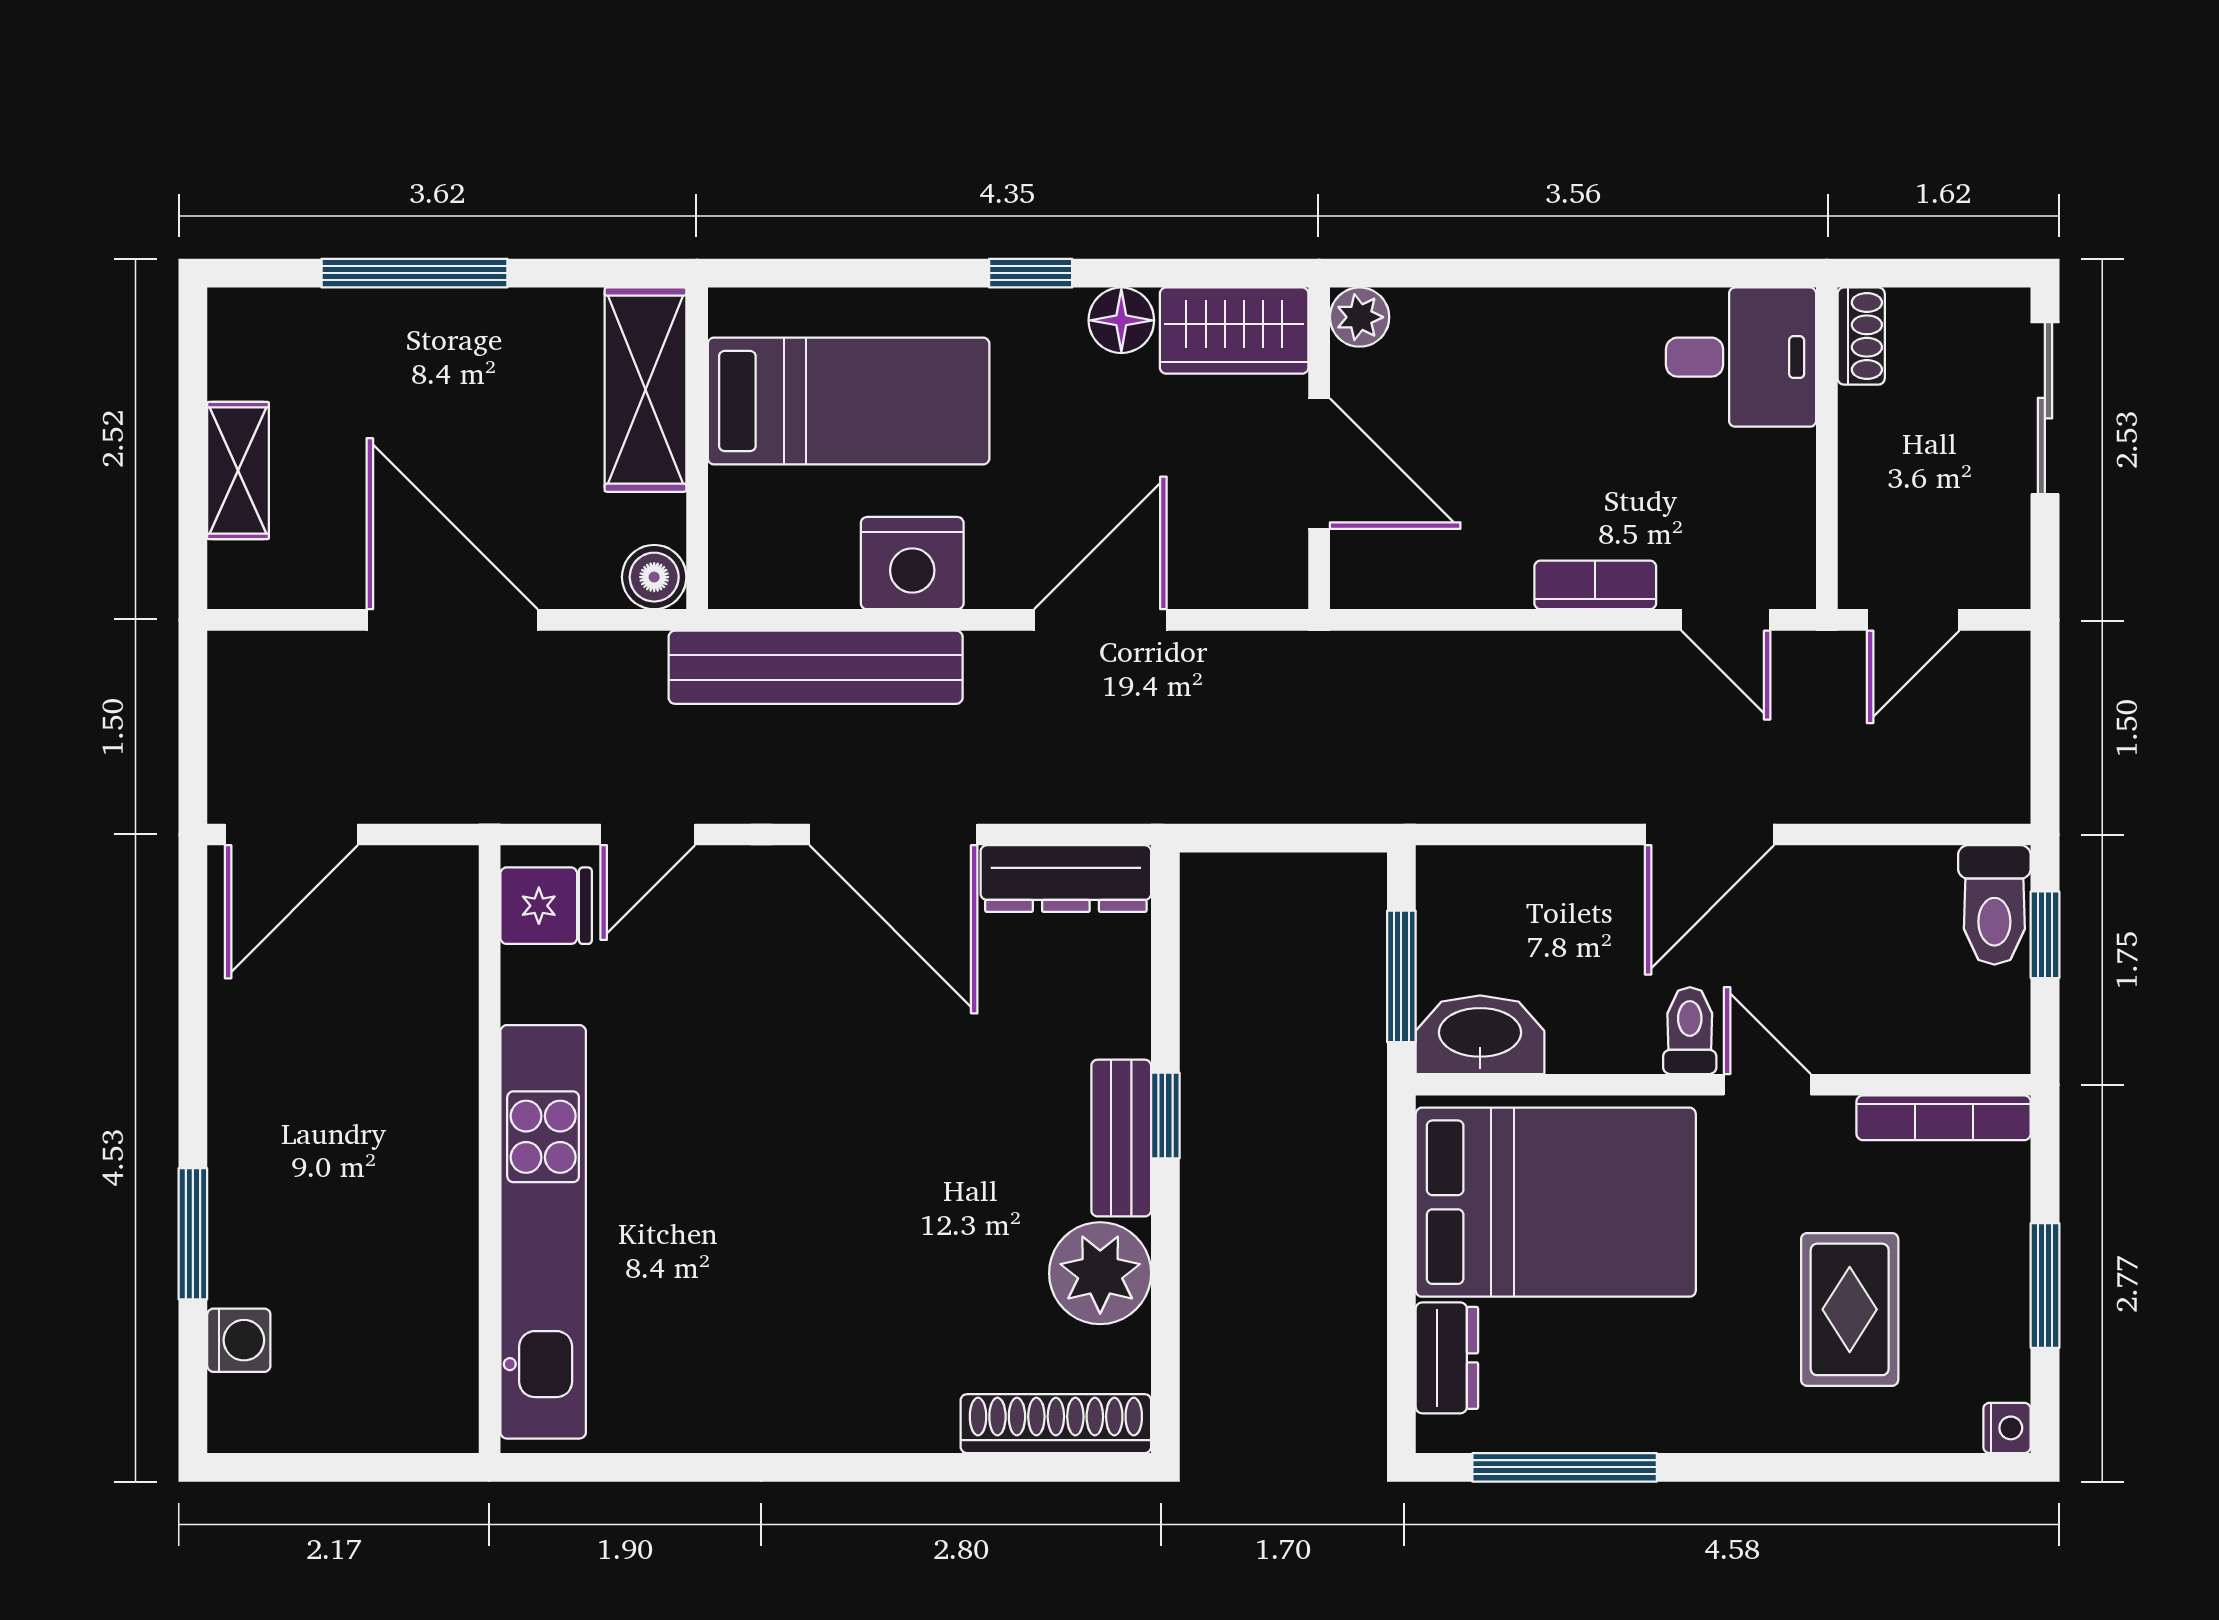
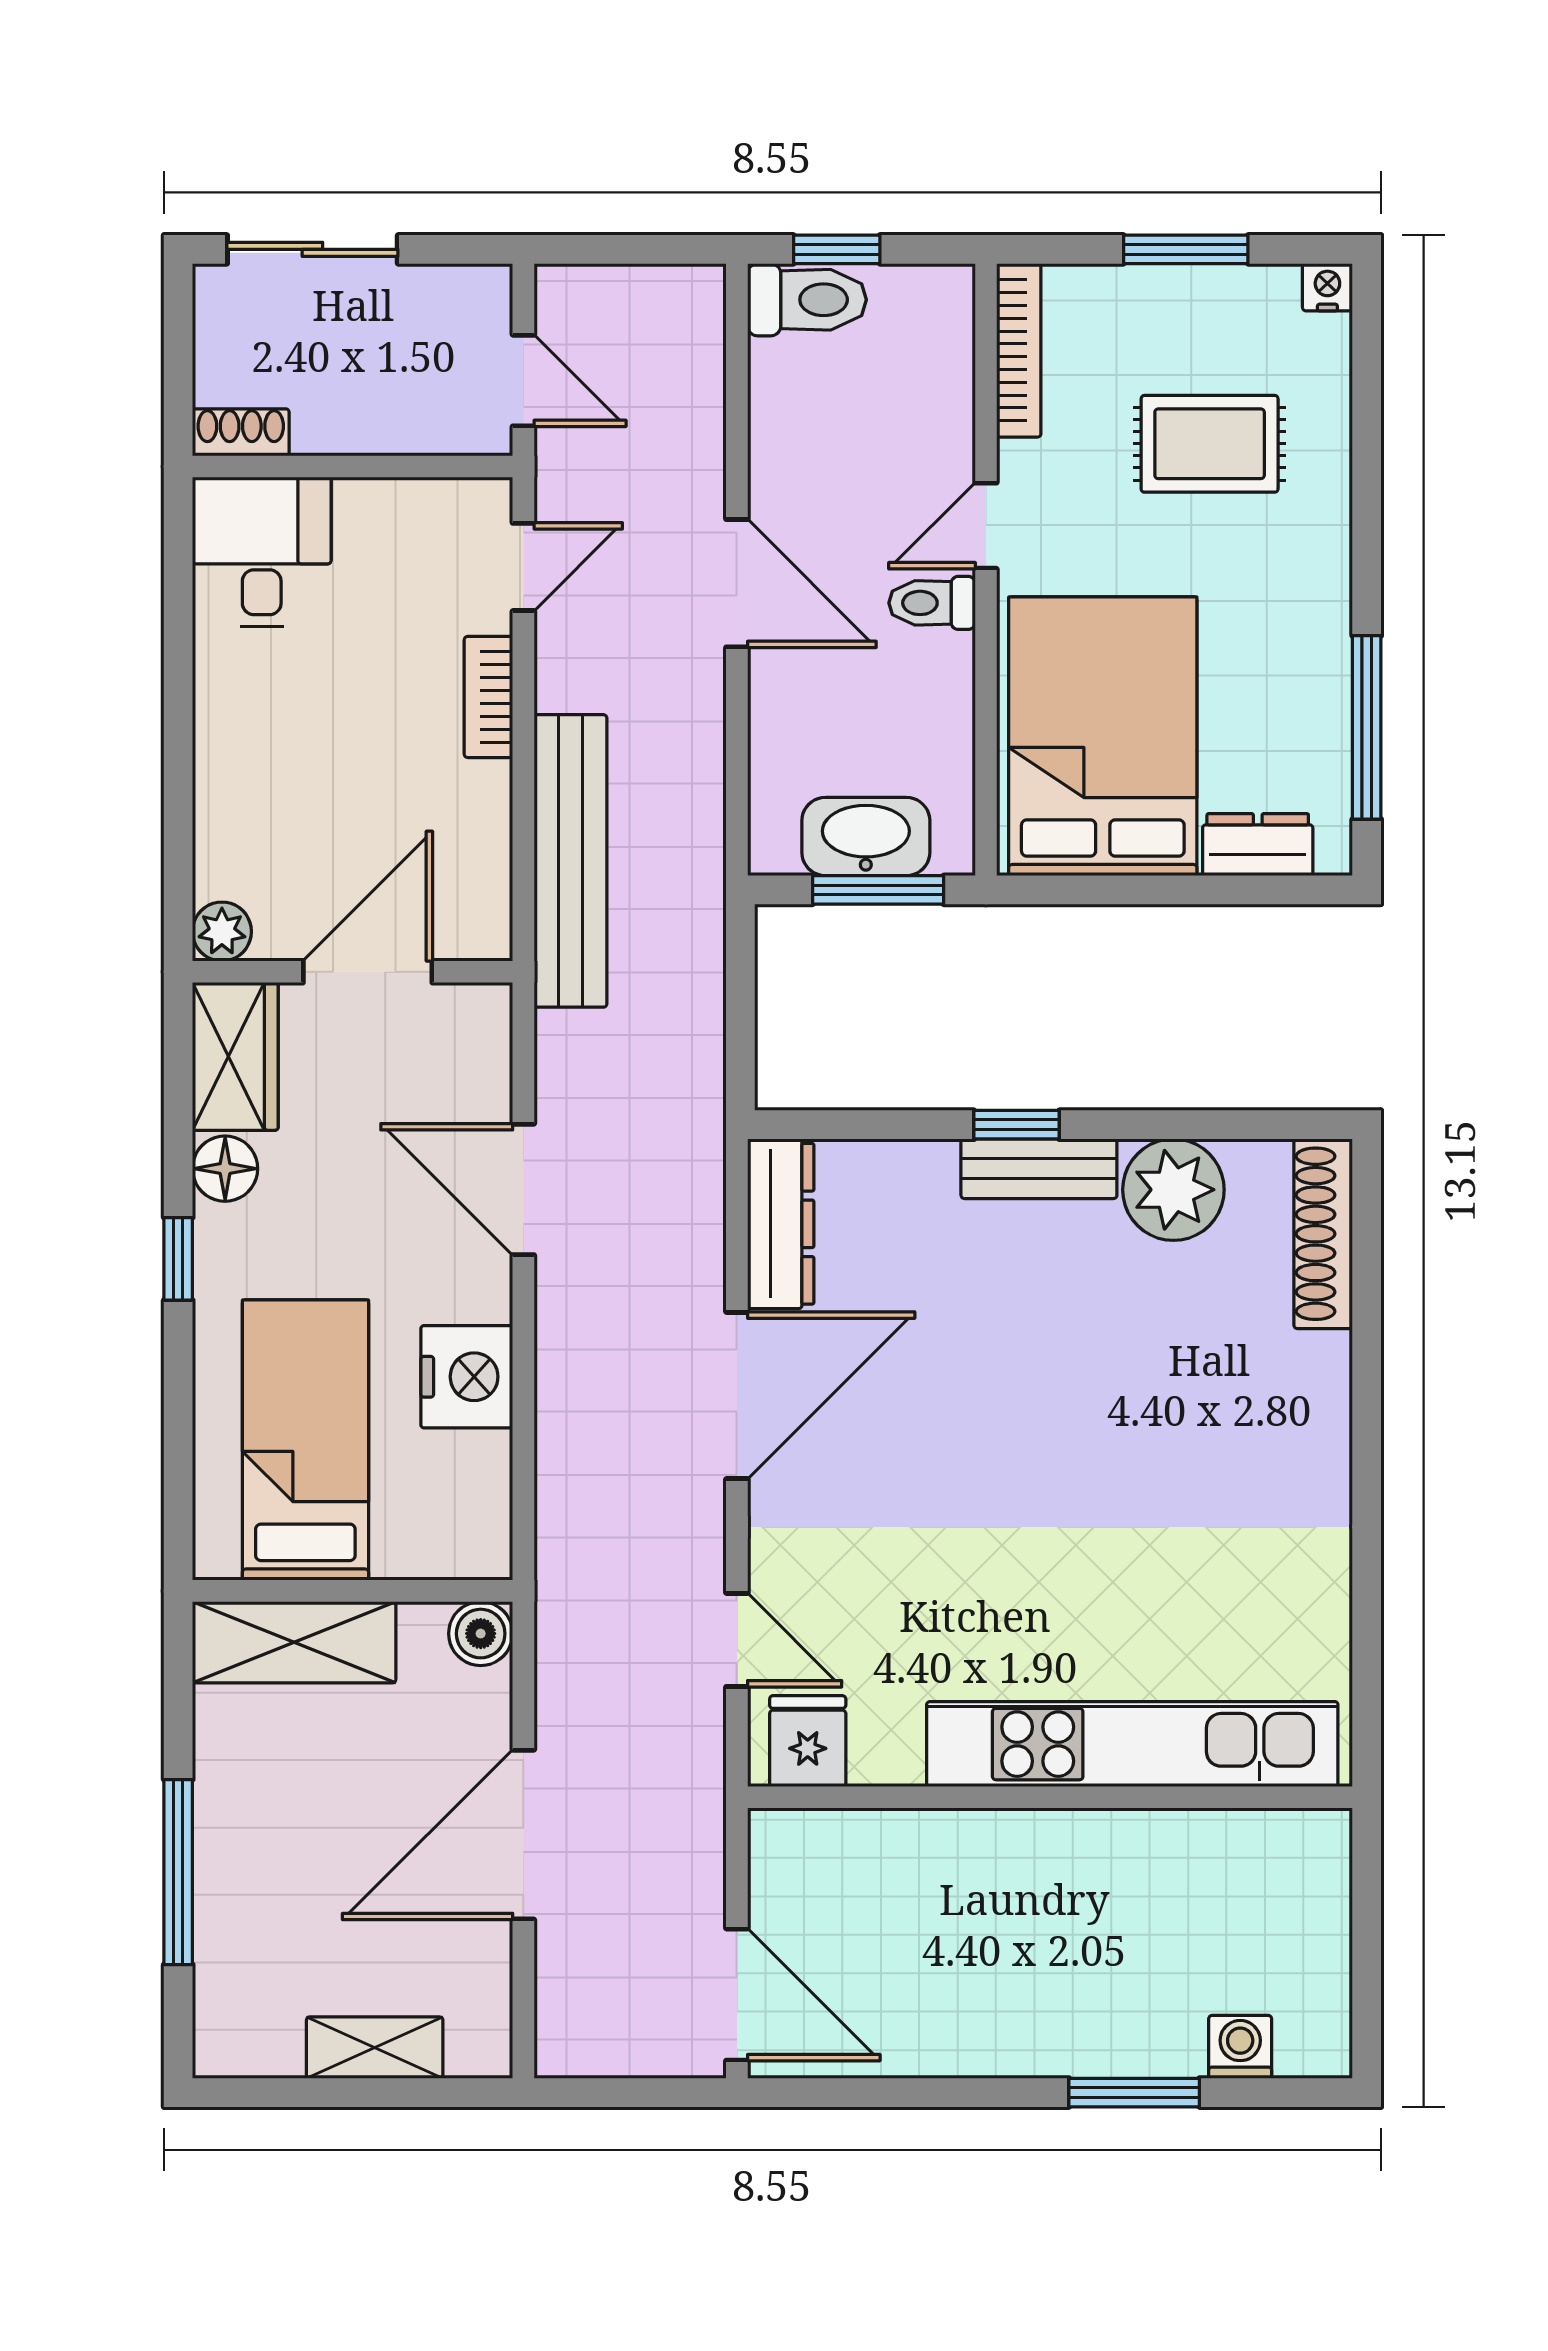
bench: (816, 667) -> (570, 861), moved
washbasin: (1480, 1035) -> (866, 837), moved, turned 90

